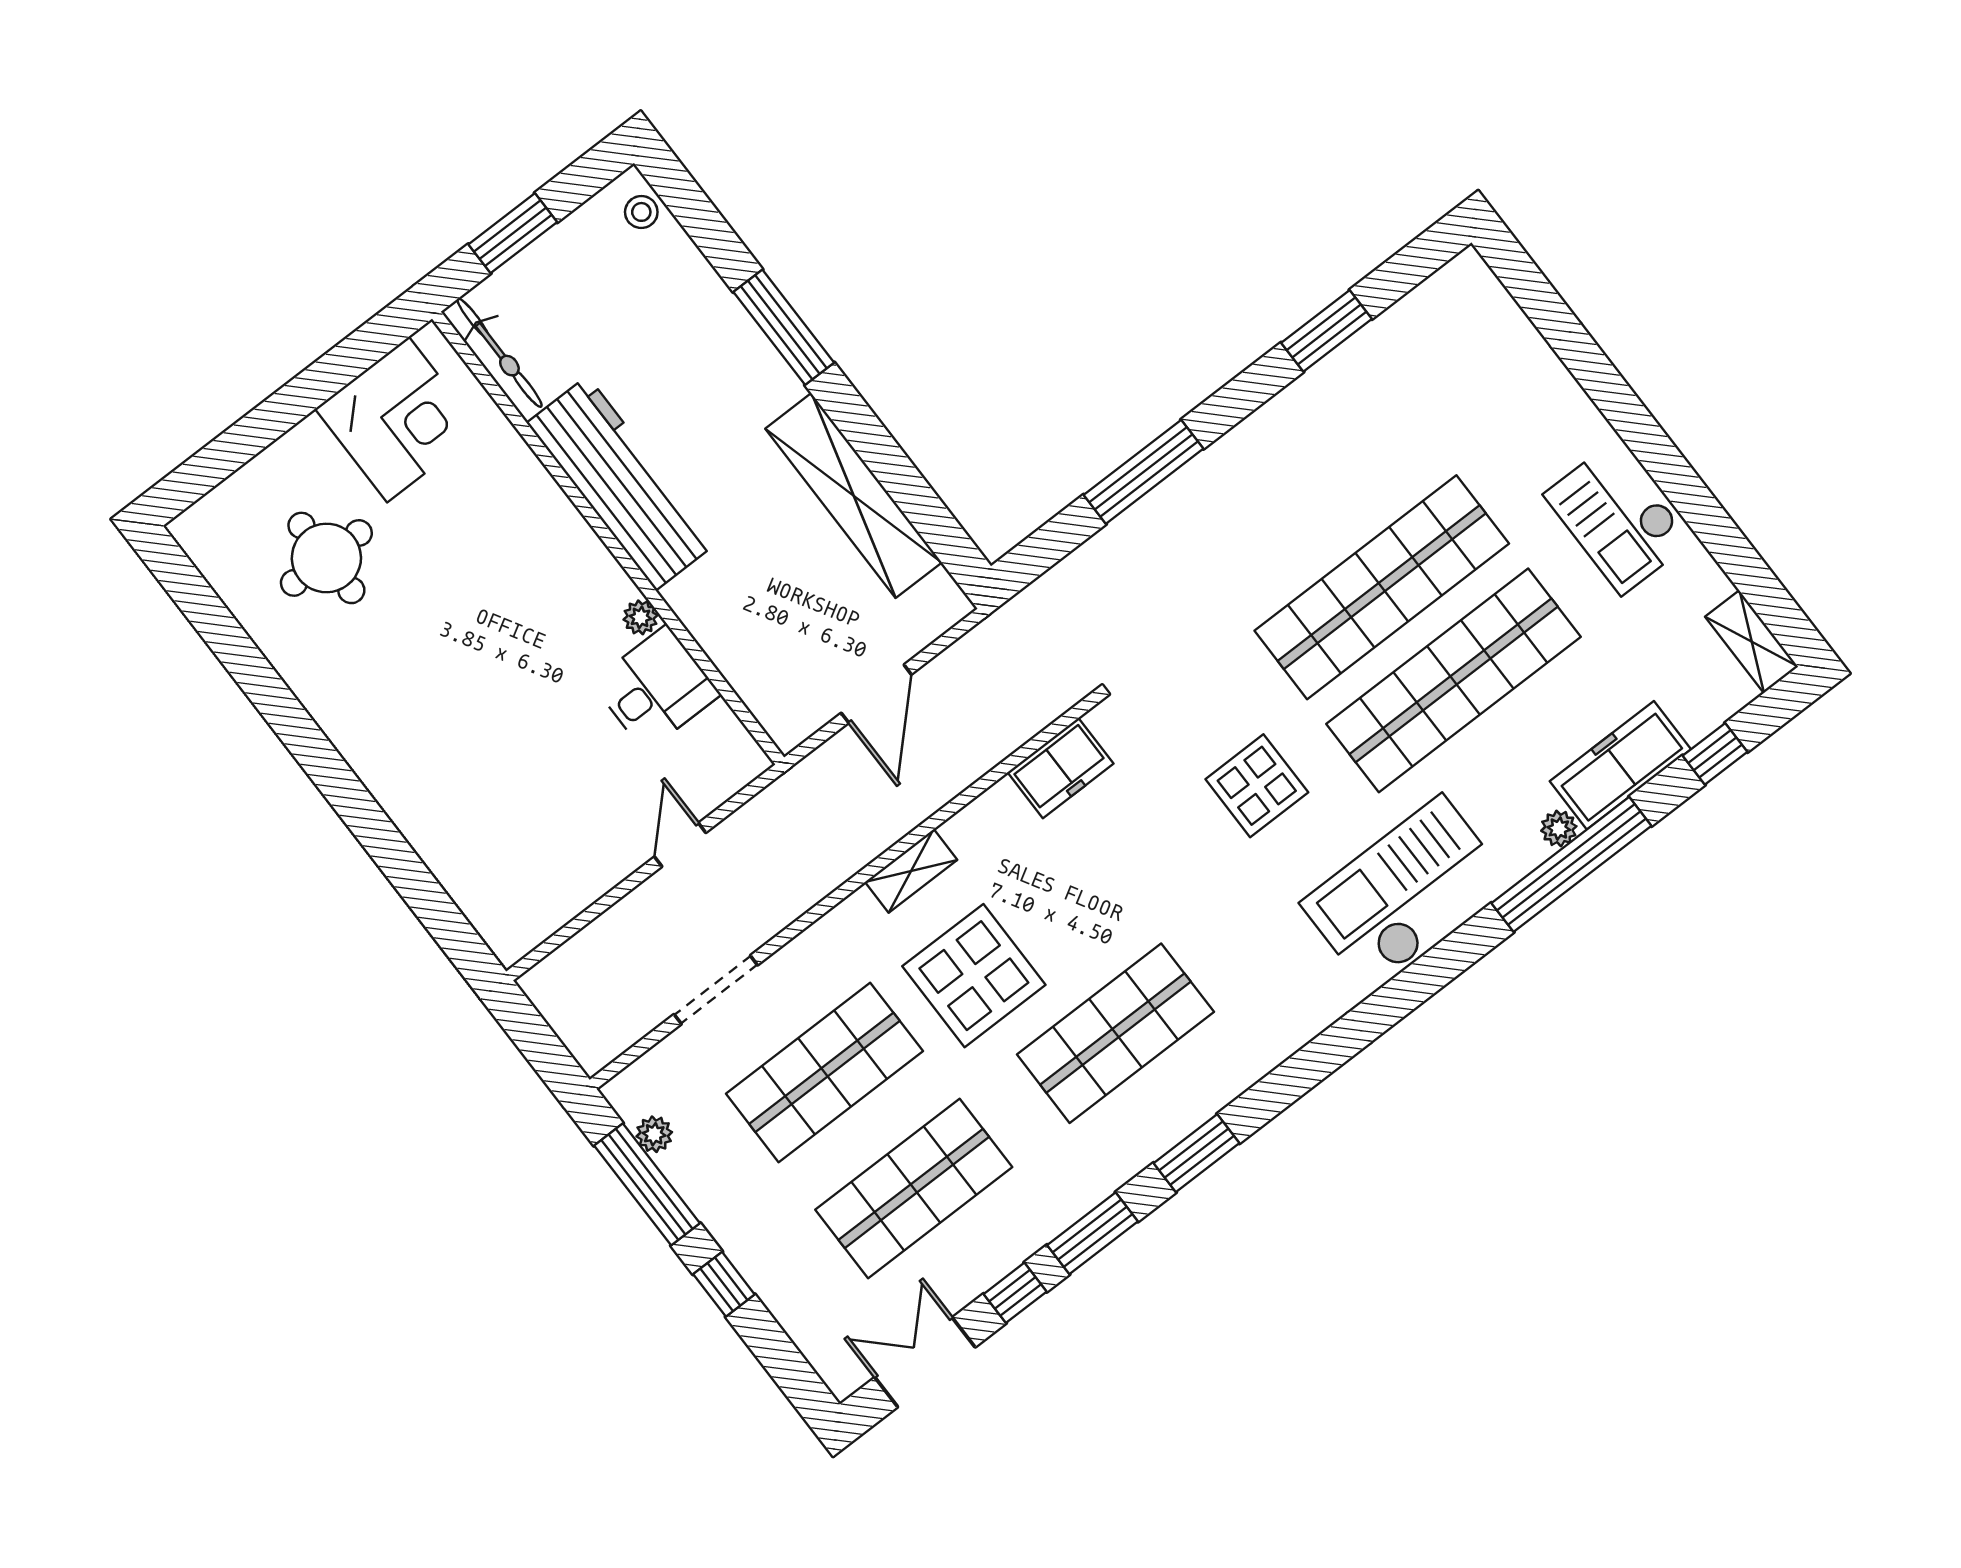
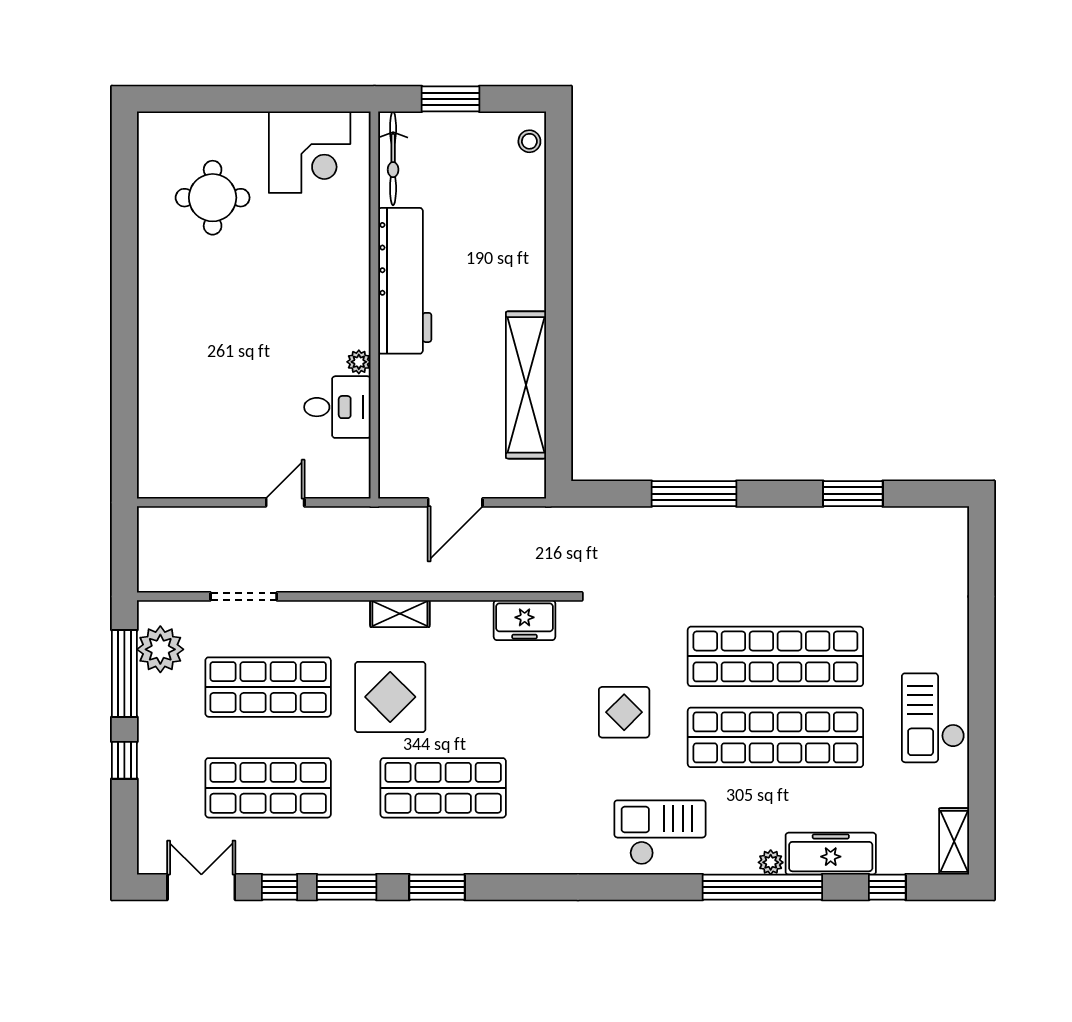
window: (784, 327) -> (559, 264), removed
checkout: (1405, 892) -> (660, 832), width x0.73, depth x0.83
plant: (654, 1134) -> (160, 649), width x1.88, depth x1.88

